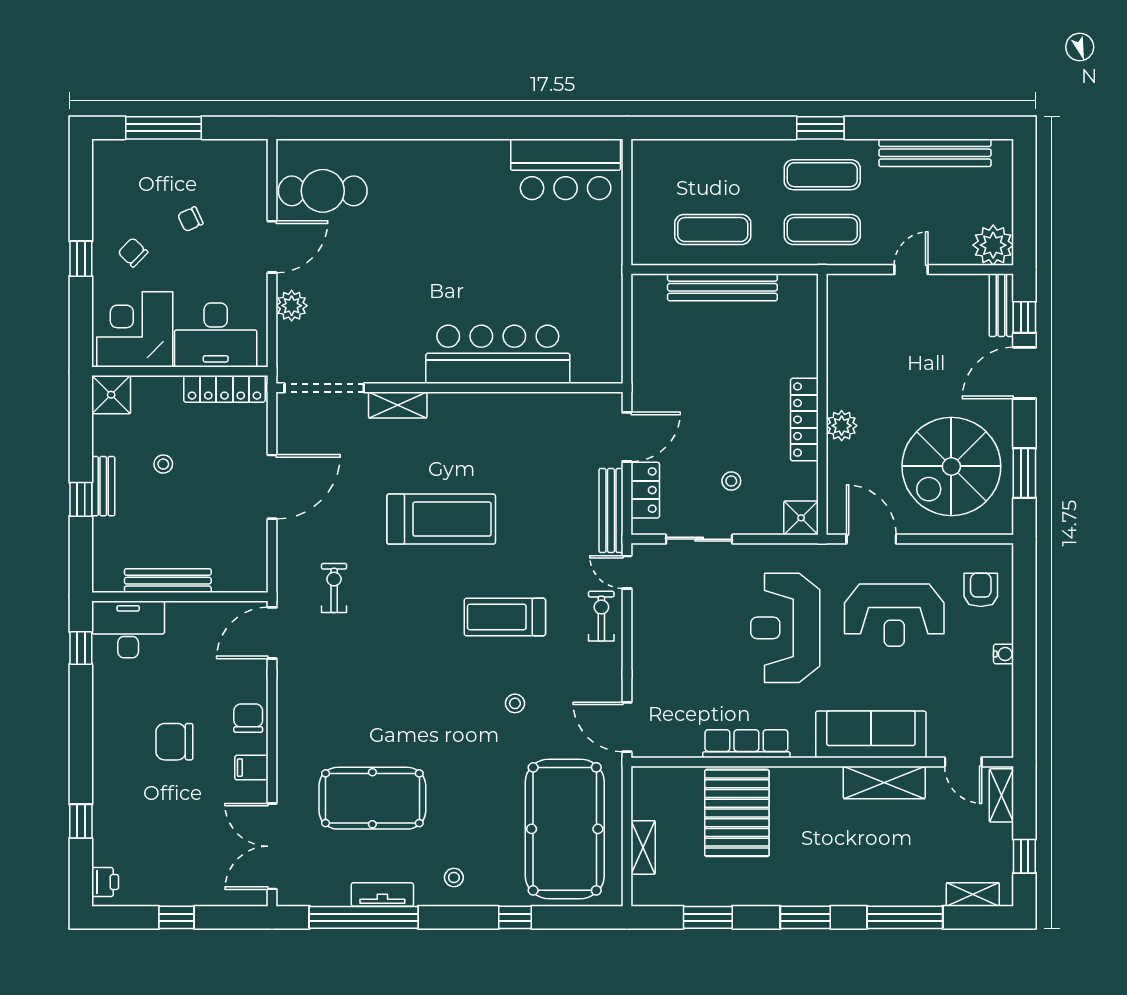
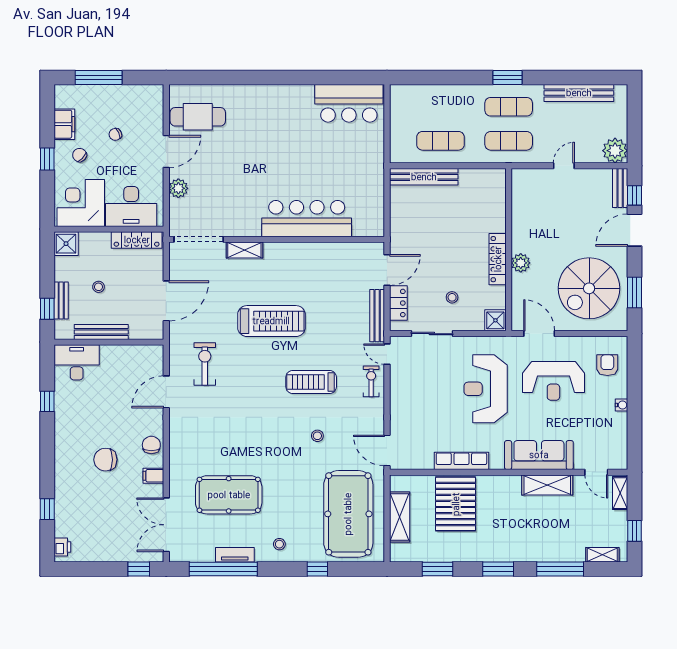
filing cabinet: (108, 203) -> (64, 124), added
bench: (722, 287) -> (424, 177), moved
bench: (168, 581) -> (101, 332), moved
exercise bike: (334, 588) -> (205, 364), width x1.38, depth x1.39
wall: (180, 597) -> (109, 342), moved
desk: (128, 629) -> (77, 362), moved
shelving: (643, 847) -> (400, 517), width x1.50, depth x1.33
window: (176, 917) -> (139, 569), moved

